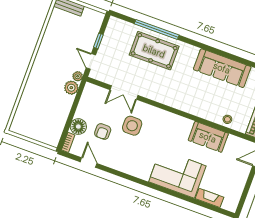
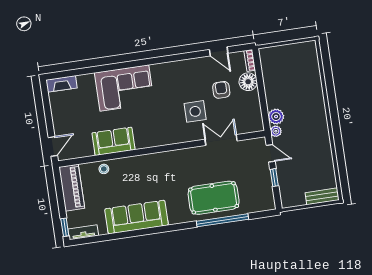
fireplace: (210, 198) -> (62, 84), moved

